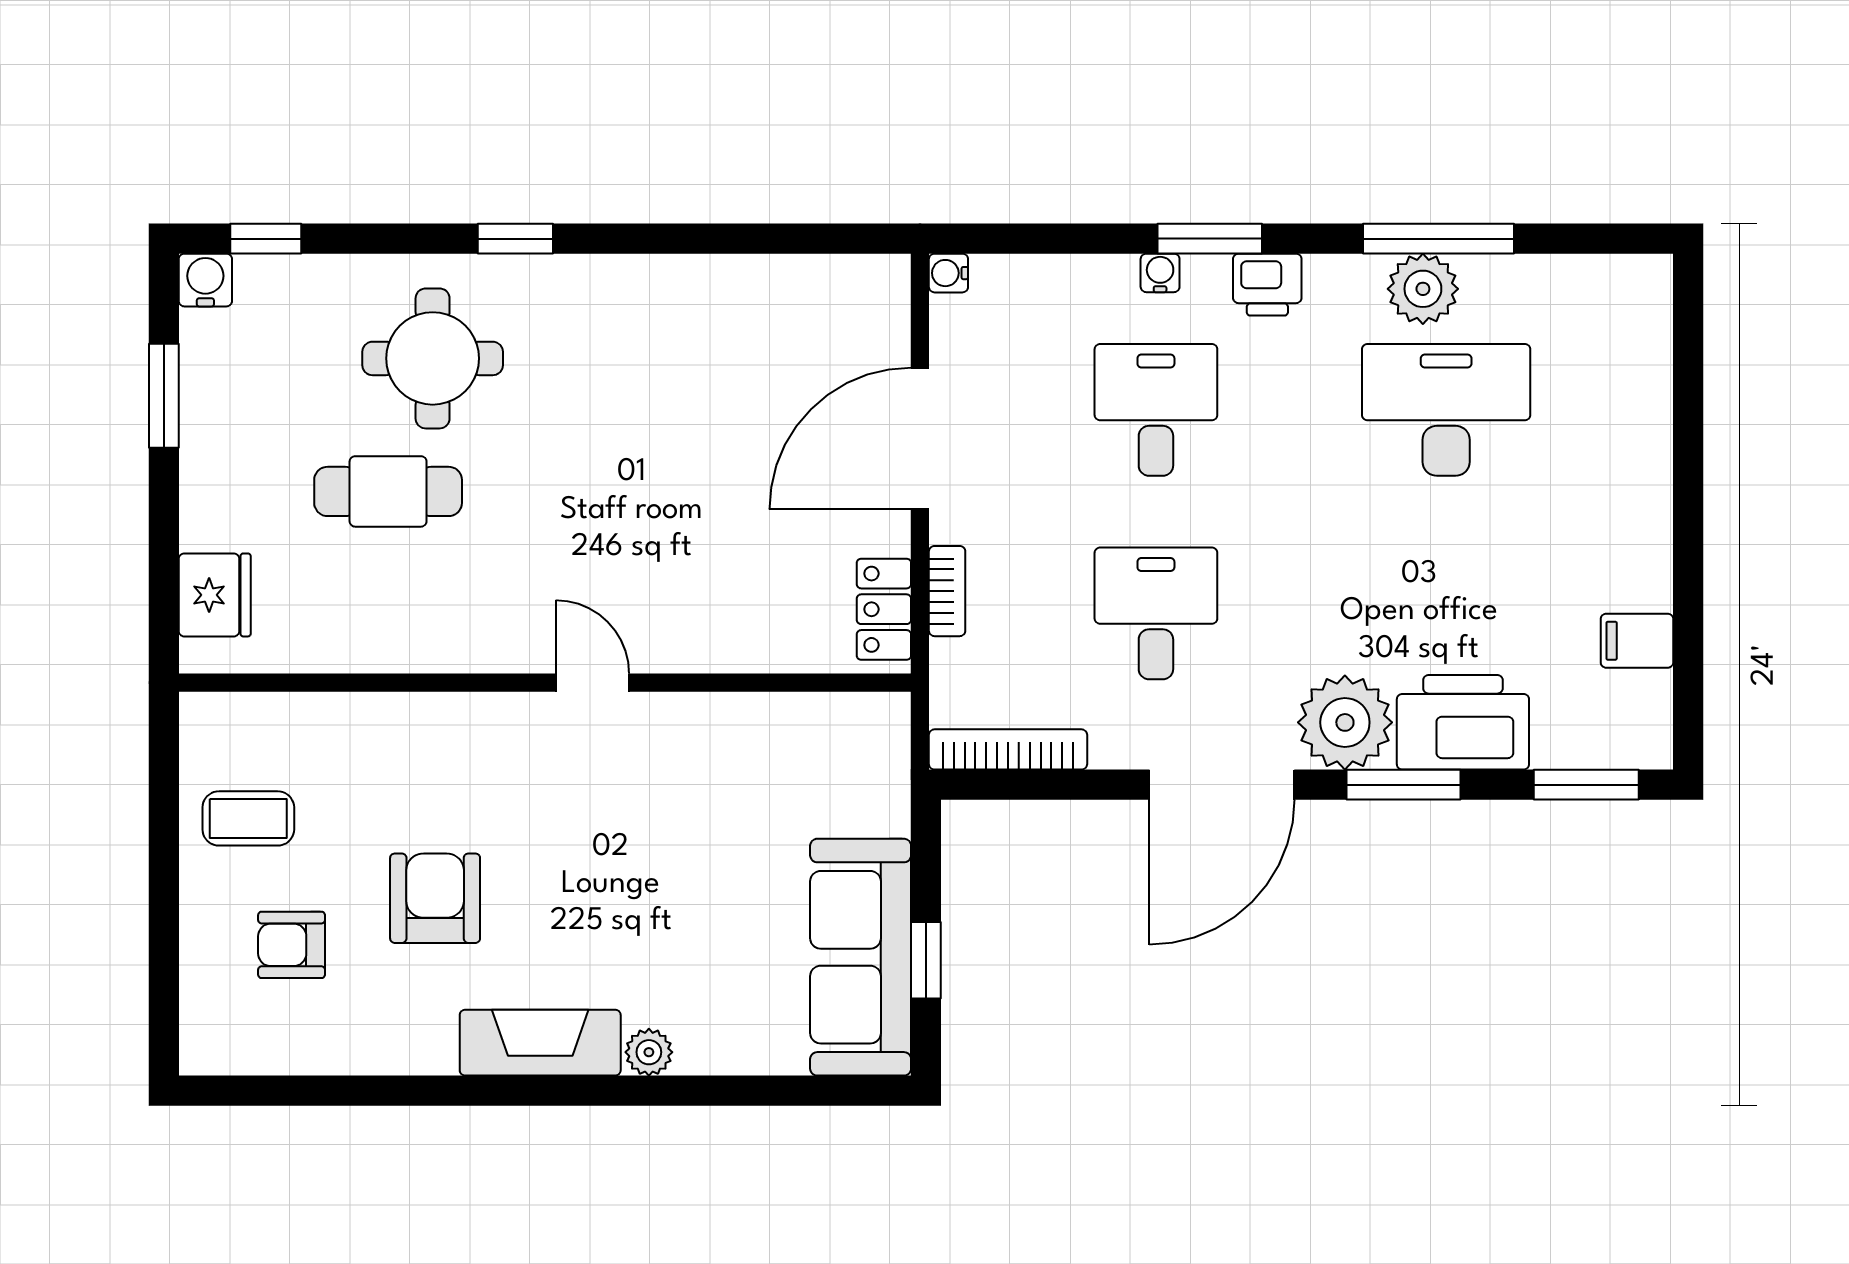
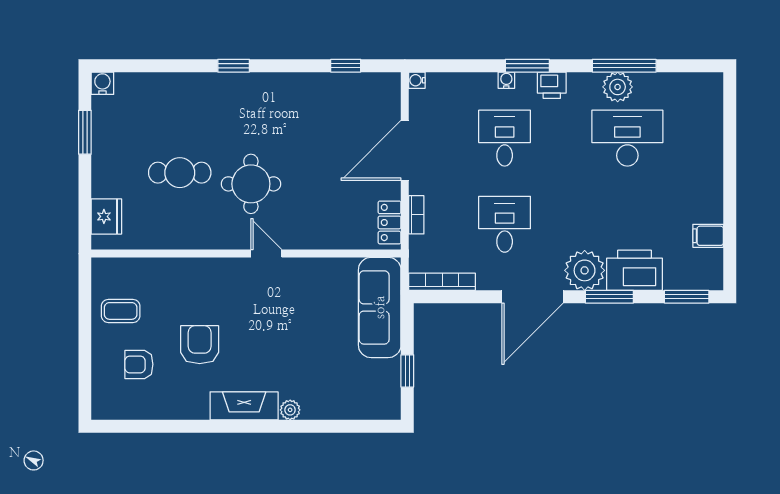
window: (266, 239) -> (346, 66), moved
round table: (433, 358) -> (251, 184), moved
sofa: (861, 957) -> (380, 307), moved

